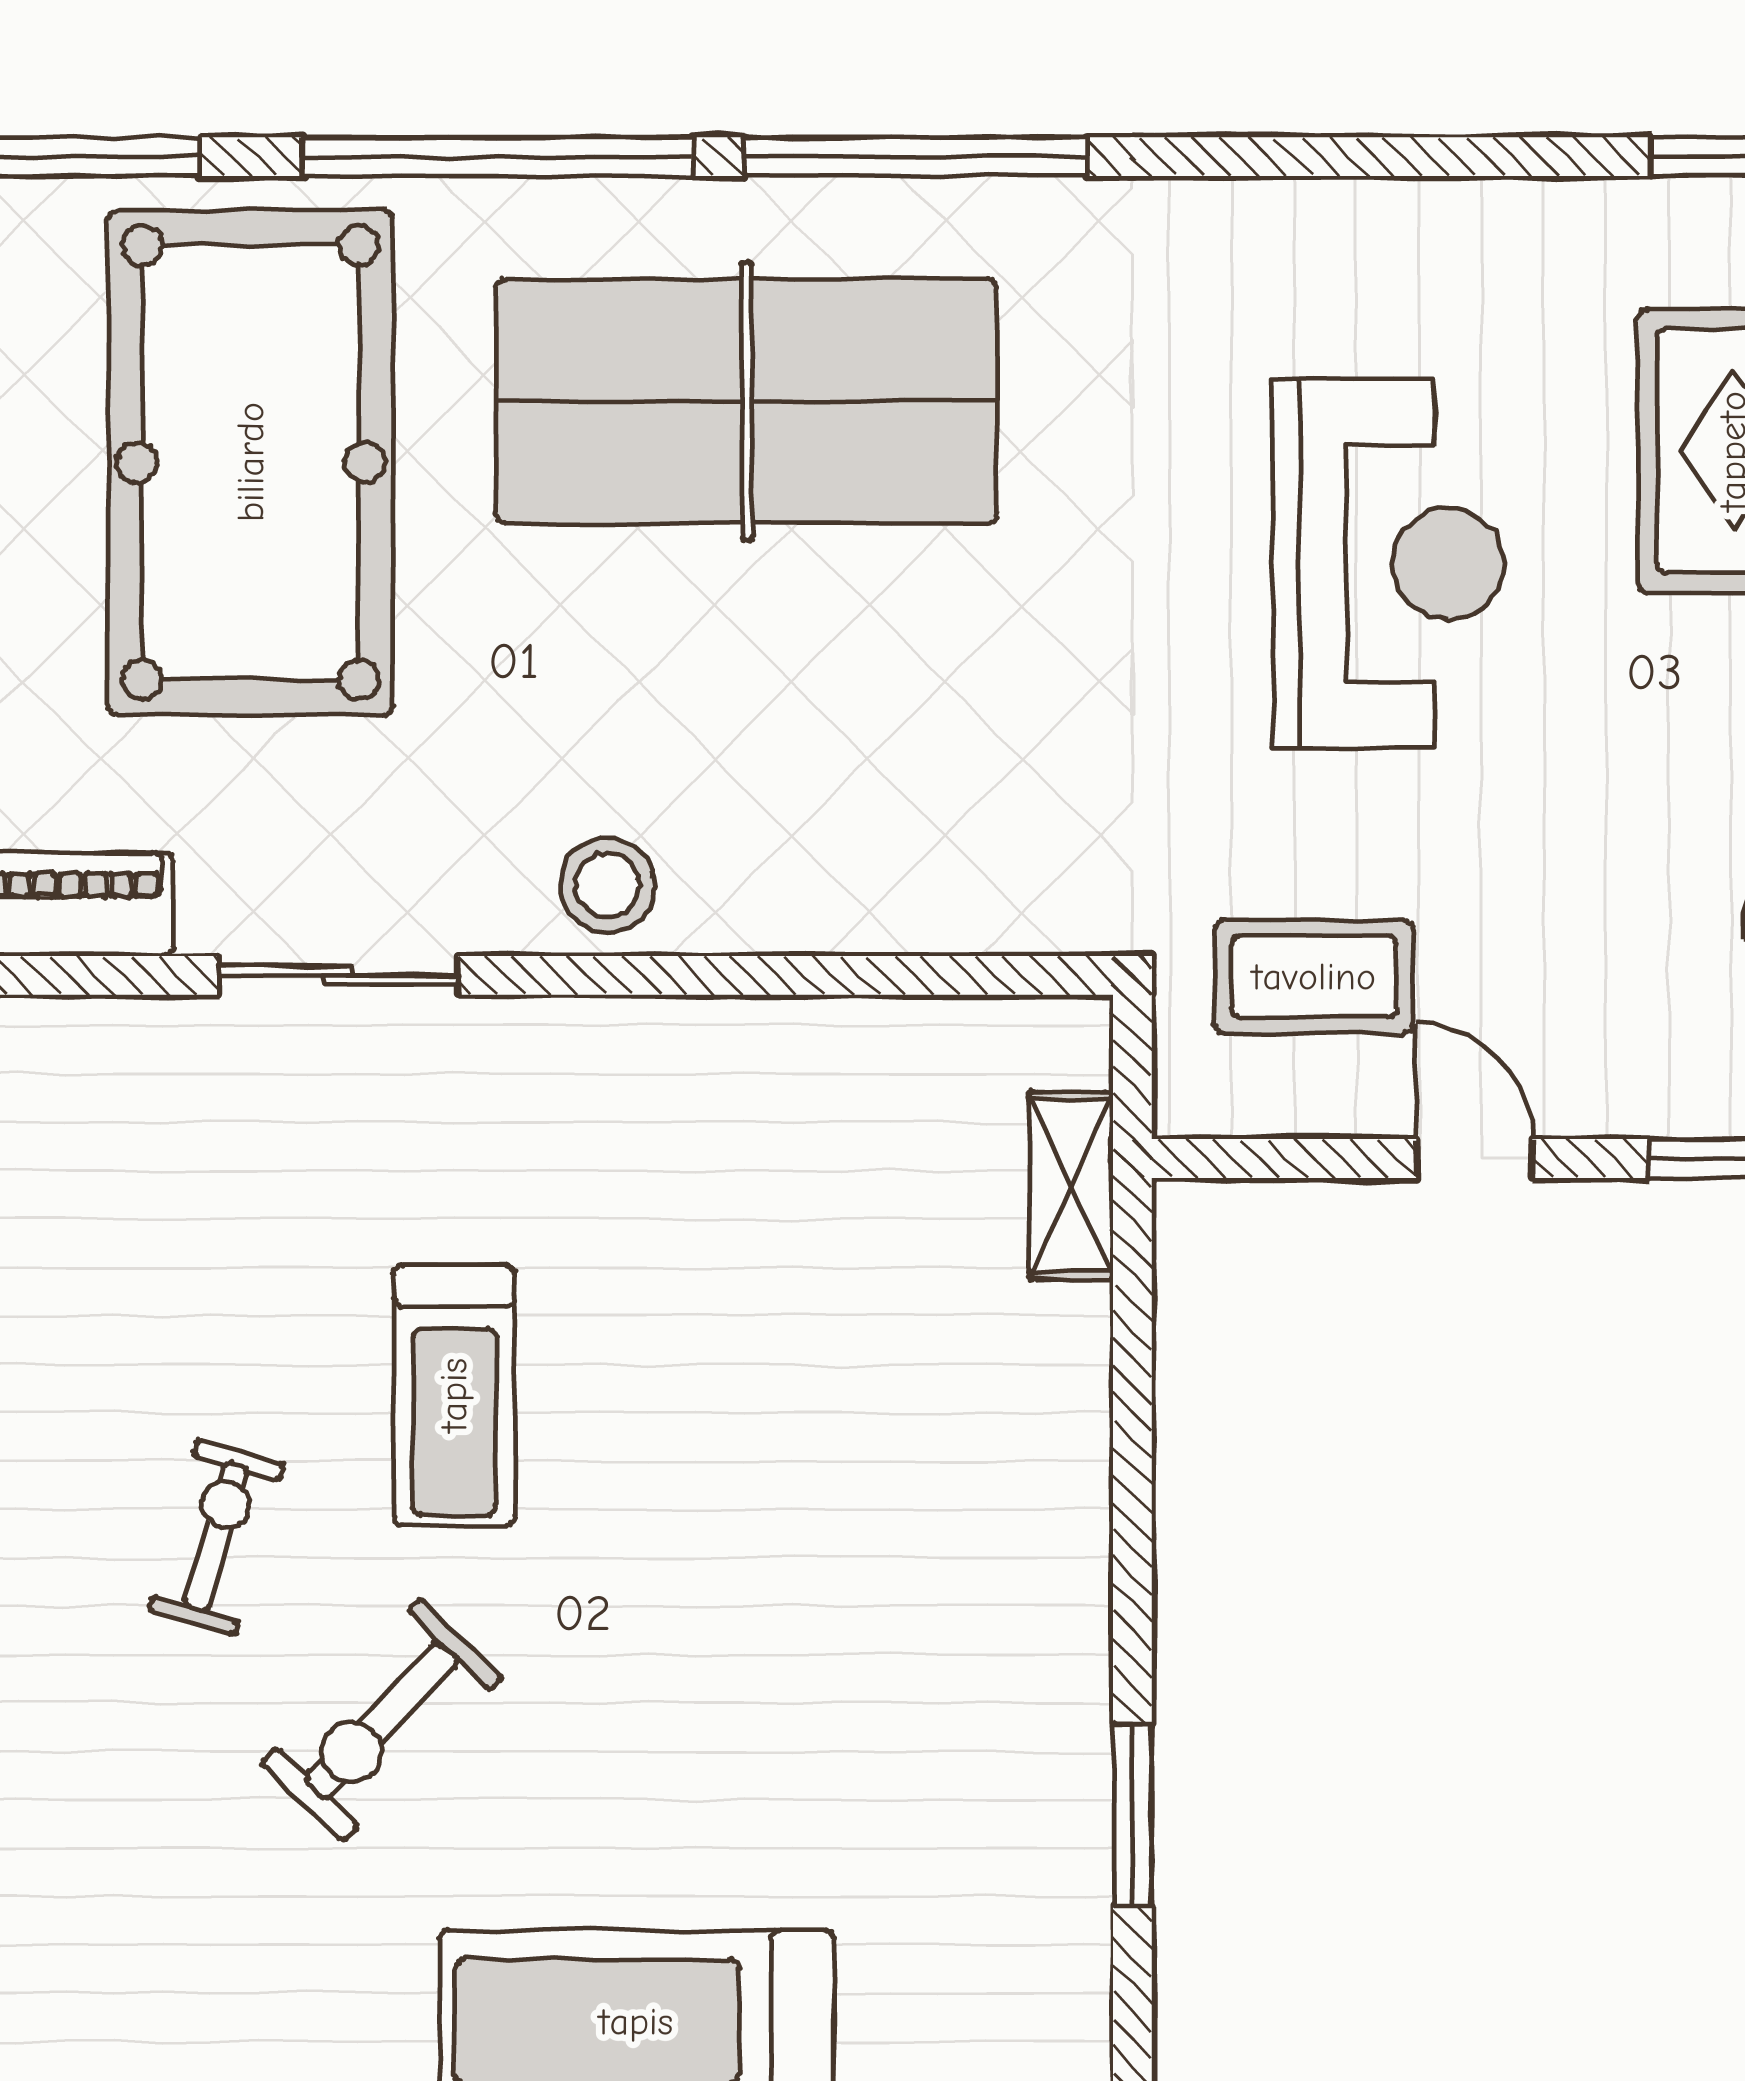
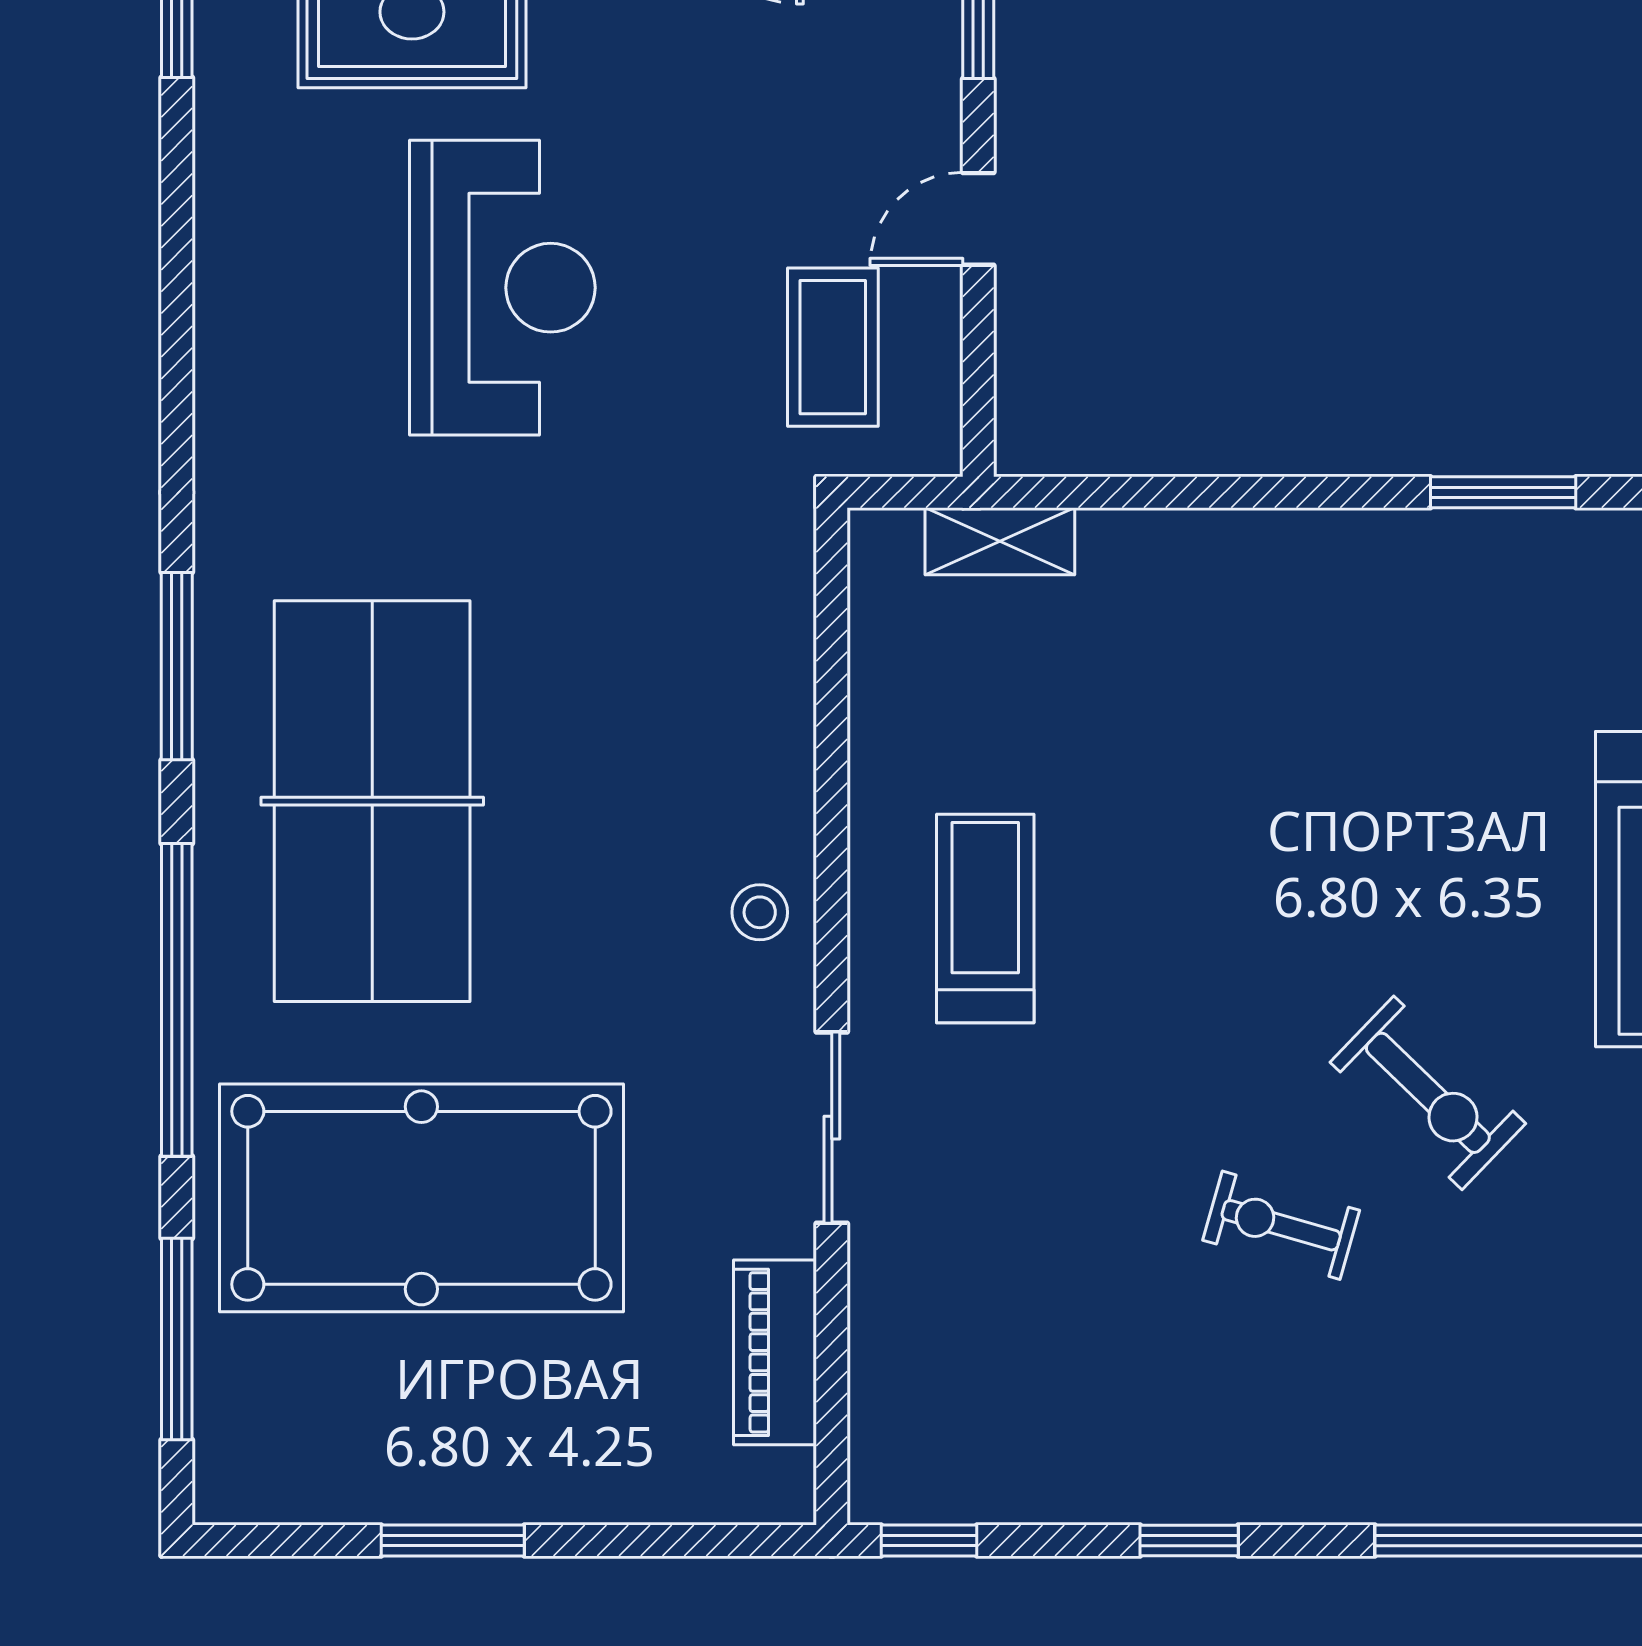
window: (915, 157) -> (177, 666), width x0.68
reception desk: (1388, 564) -> (502, 288), turned 90
stool: (608, 885) -> (760, 912), width x0.73, depth x0.73
treadmill: (454, 1395) -> (985, 918), moved, turned -90

